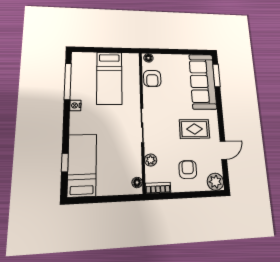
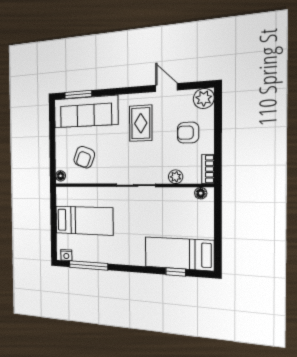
armchair: (152, 78) -> (84, 157), moved, turned 111
nightstand: (75, 105) -> (66, 255), moved

